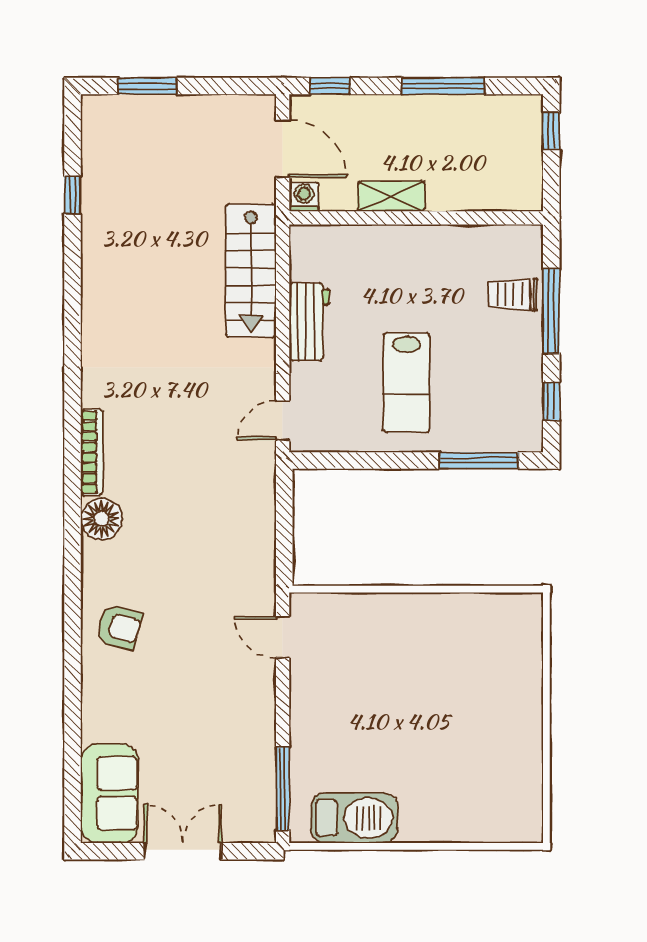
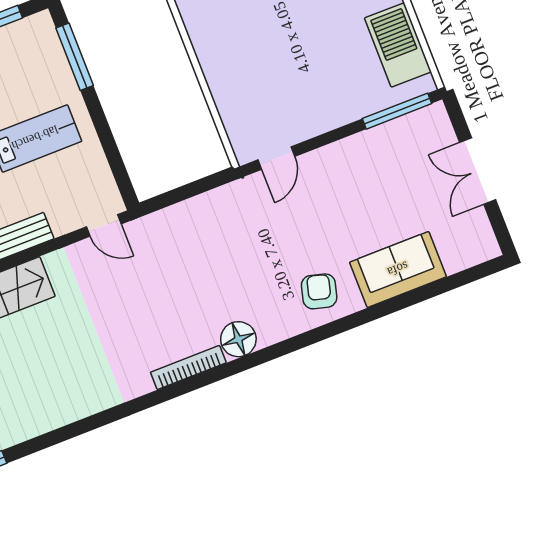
sofa: (109, 793) -> (398, 269), moved

